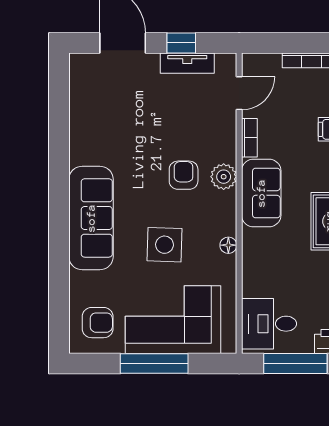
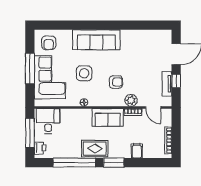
plant: (224, 177) -> (131, 100), moved

